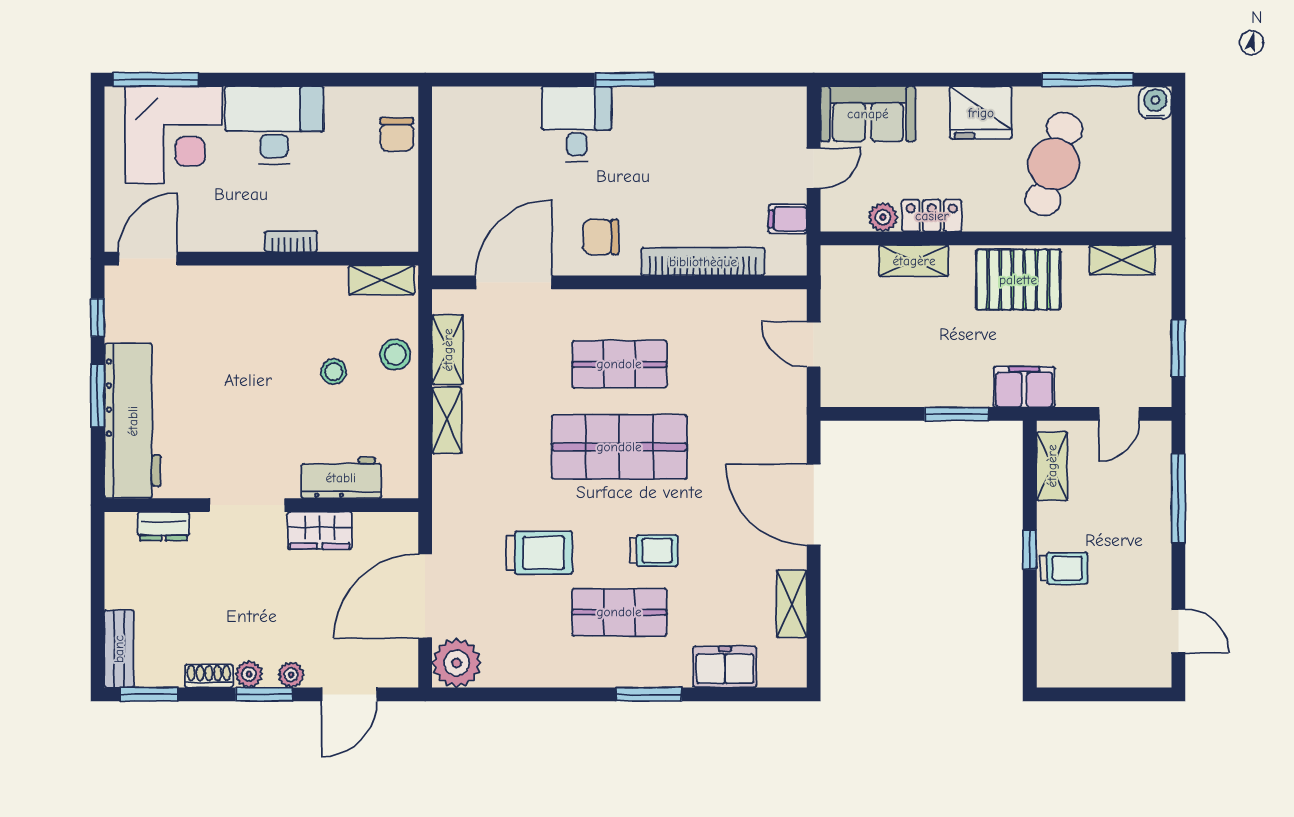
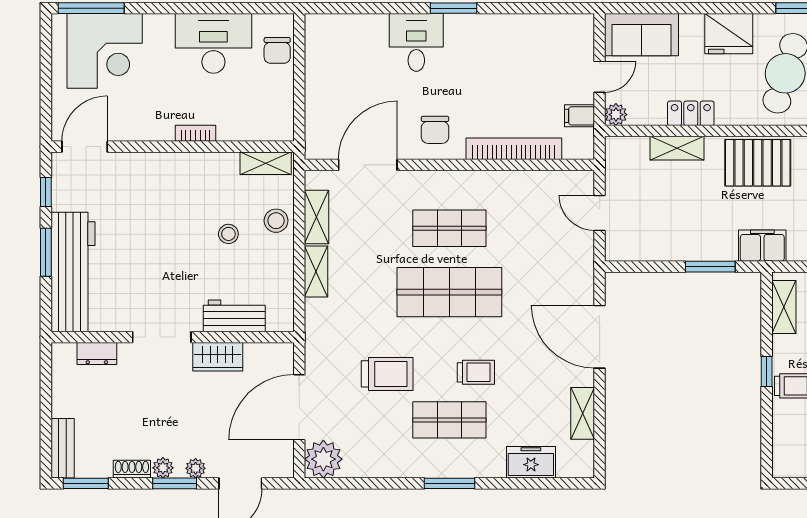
desk: (274, 125) -> (213, 43), moved
plant: (883, 217) -> (616, 115), moved
chair: (601, 237) -> (435, 130), turned -90
window: (649, 694) -> (450, 483), moved

